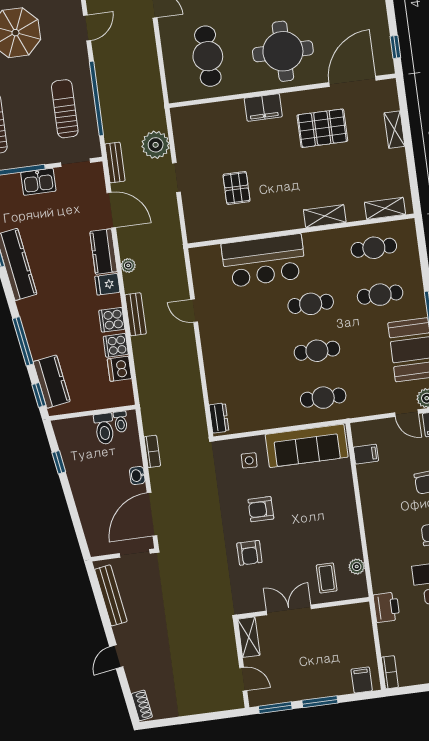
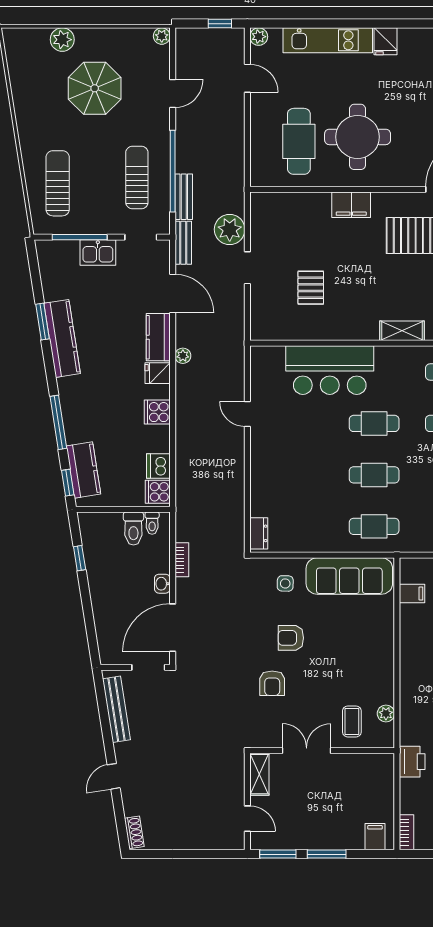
round table: (283, 51) -> (358, 137), moved
bench: (136, 314) -> (184, 197), moved
cooker: (116, 345) -> (158, 492), moved

